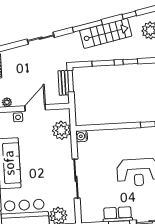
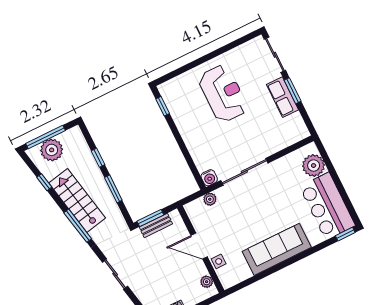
plant: (61, 130) -> (210, 199), width x0.53, depth x0.53
sliding door: (76, 179) -> (244, 172), moved

